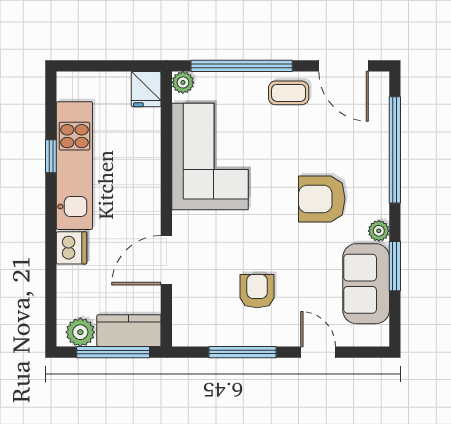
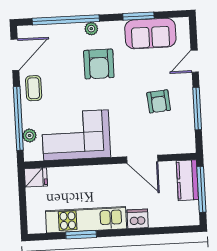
plant: (183, 82) -> (30, 135), moved
window: (51, 156) -> (81, 235), width x1.50
plant: (379, 231) -> (91, 29), moved
armchair: (257, 291) -> (159, 101), turned -95
plant: (80, 332) -> (190, 211), removed

